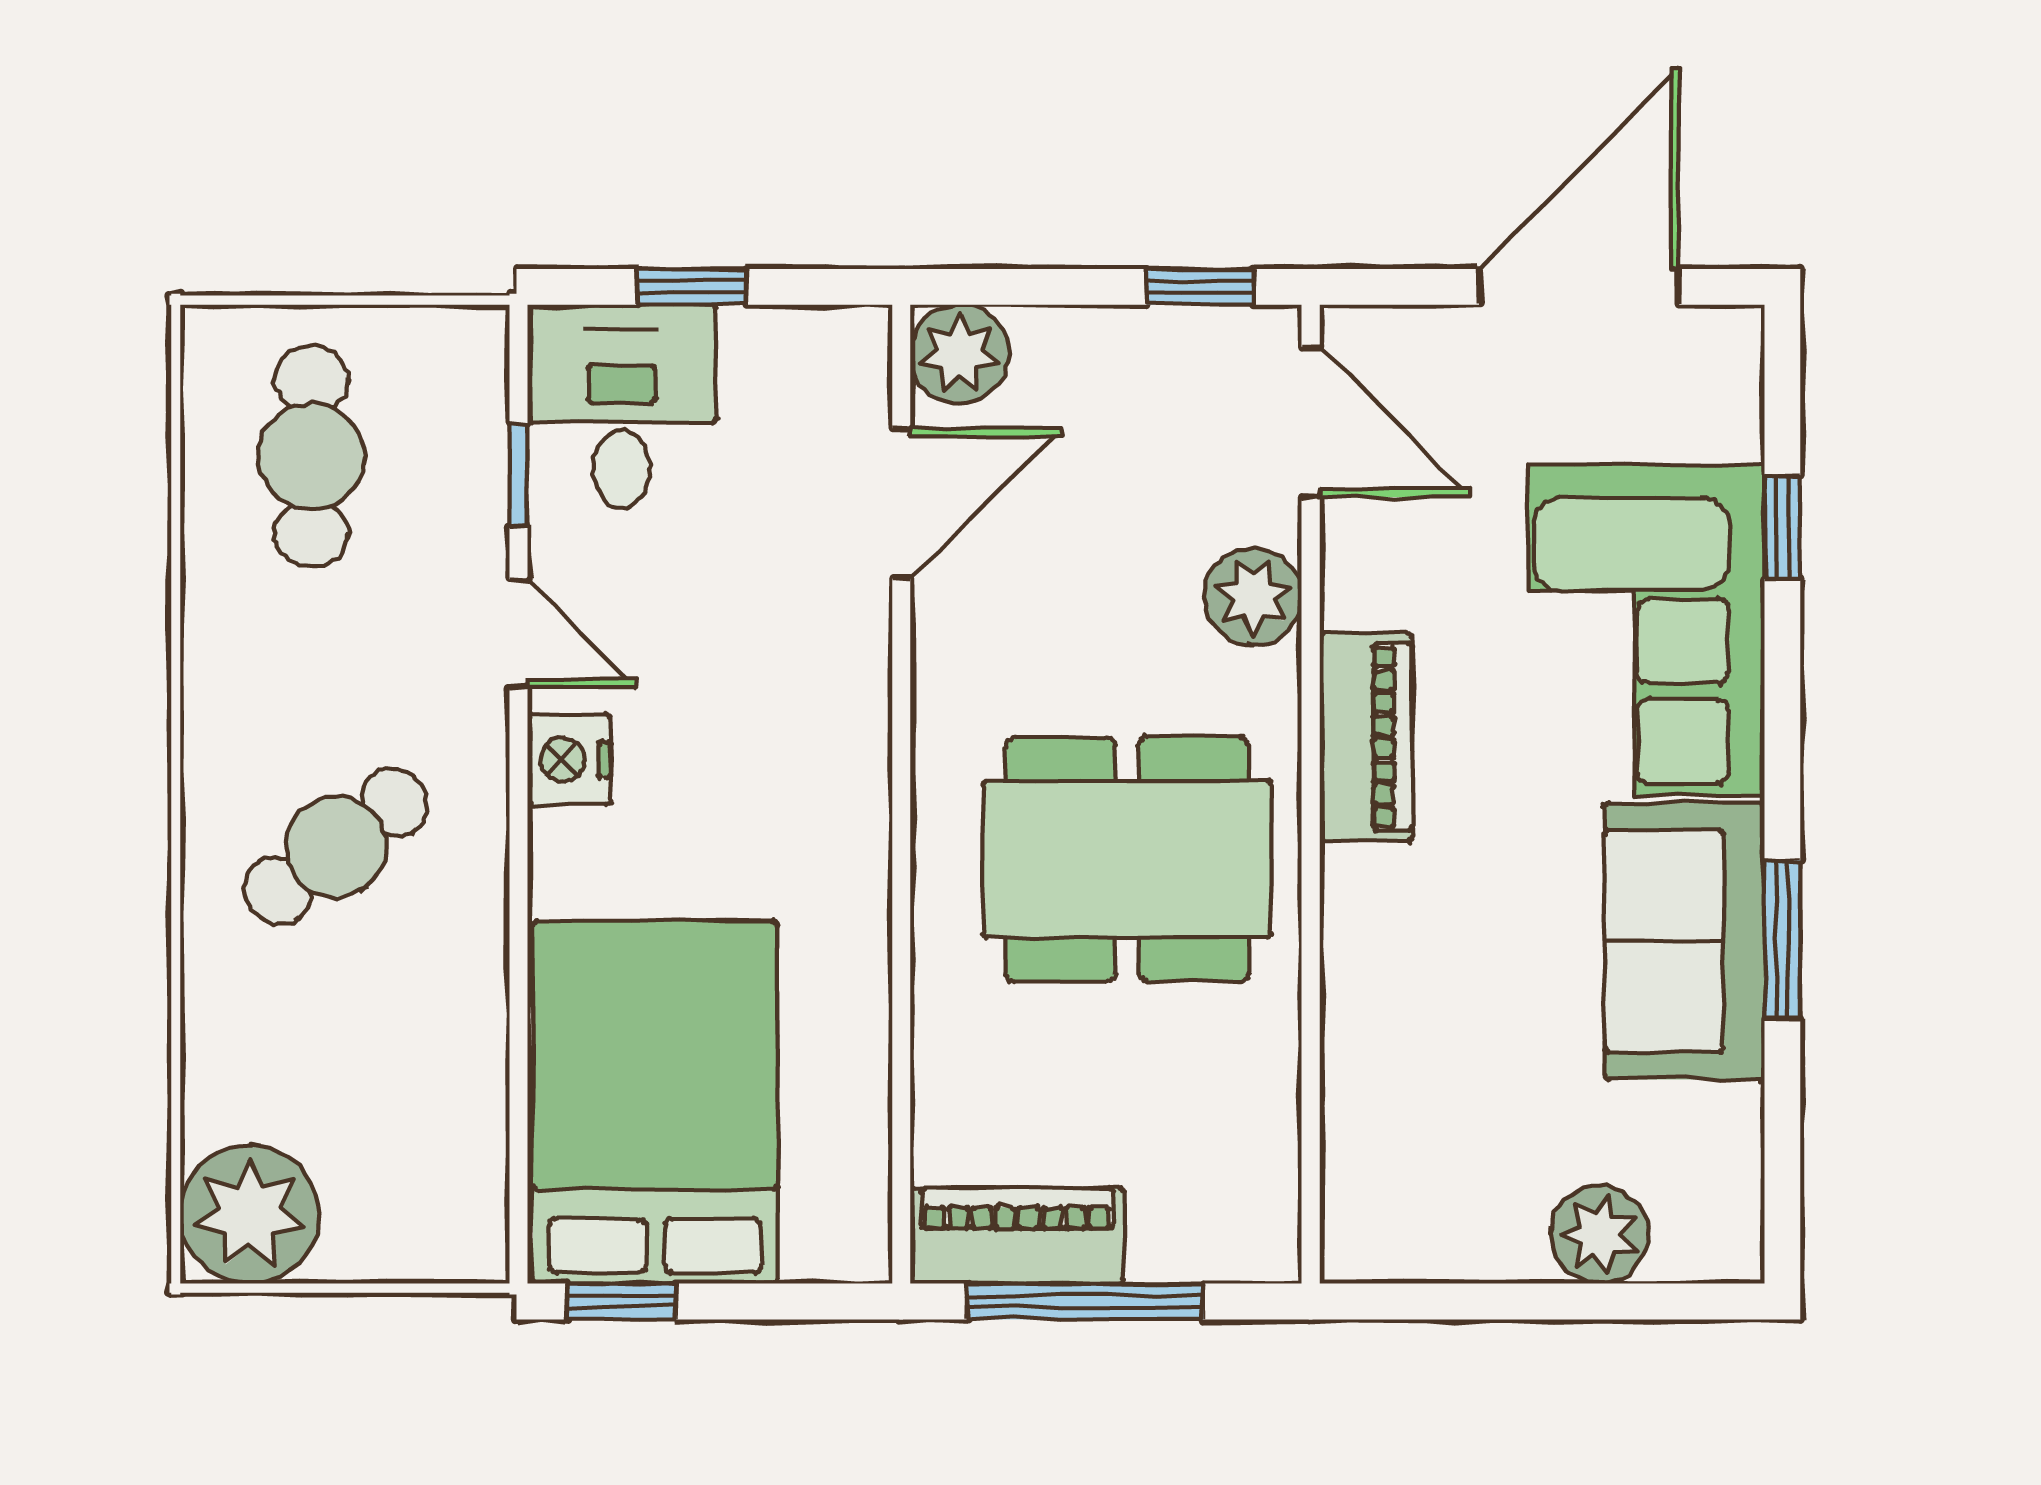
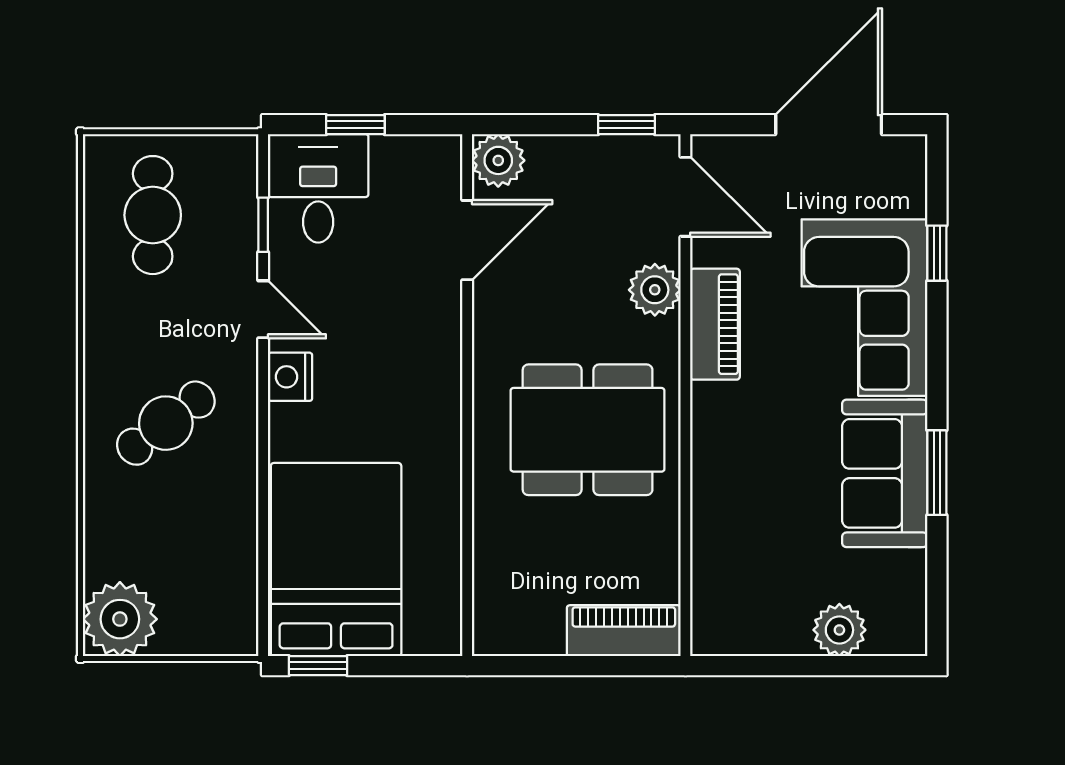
piano: (1366, 737) -> (715, 324), moved
piano: (1017, 1236) -> (624, 631), moved
window: (1085, 1301) -> (565, 666), removed

